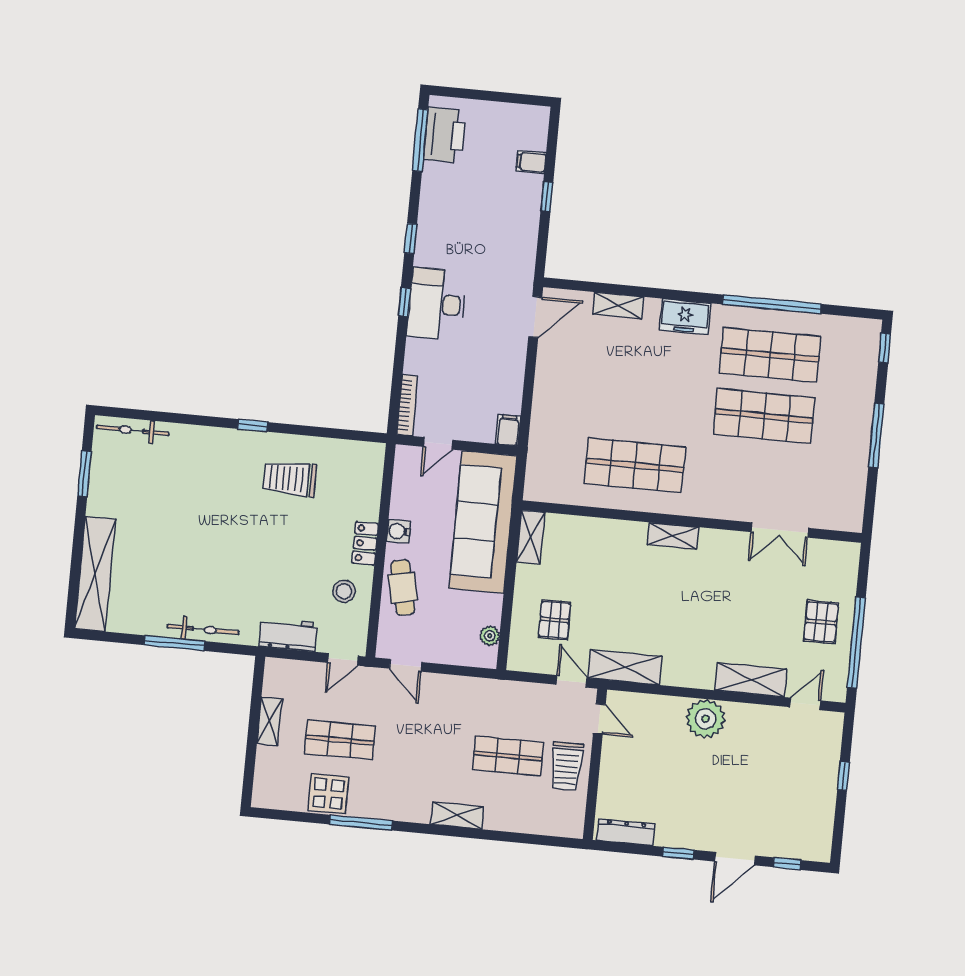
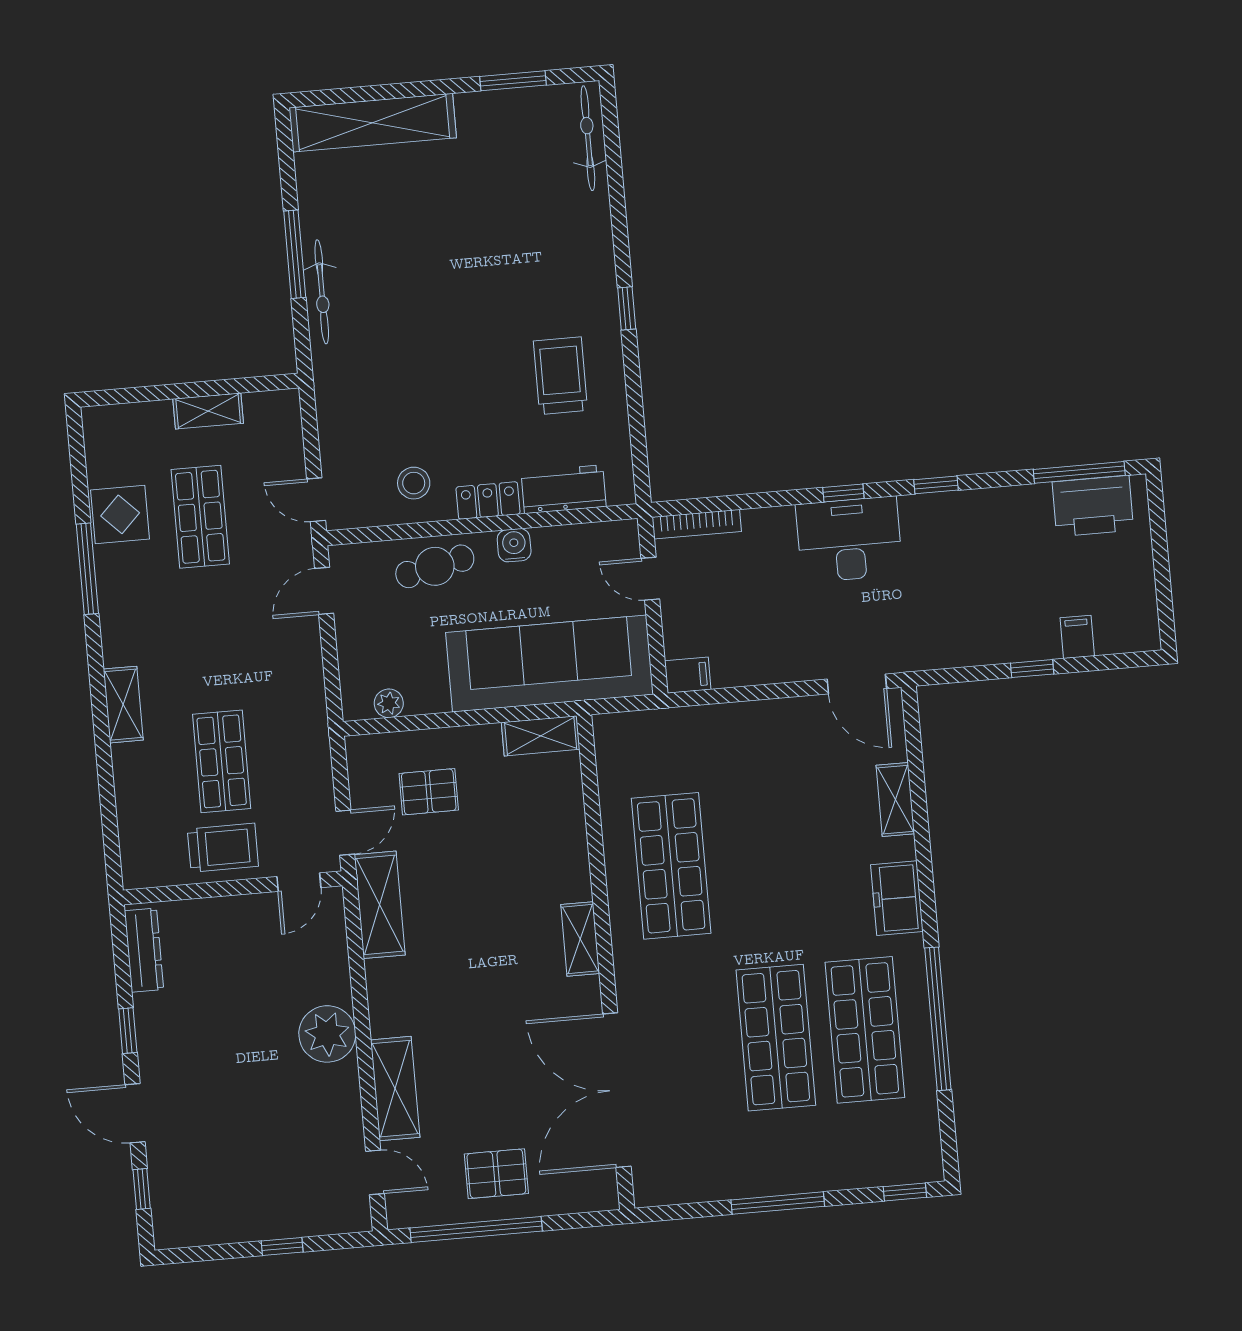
double door: (780, 530) -> (617, 1090), width x1.87
workbench: (288, 635) -> (564, 489), moved, turned -90
trolley: (566, 766) -> (223, 848), turned 180

